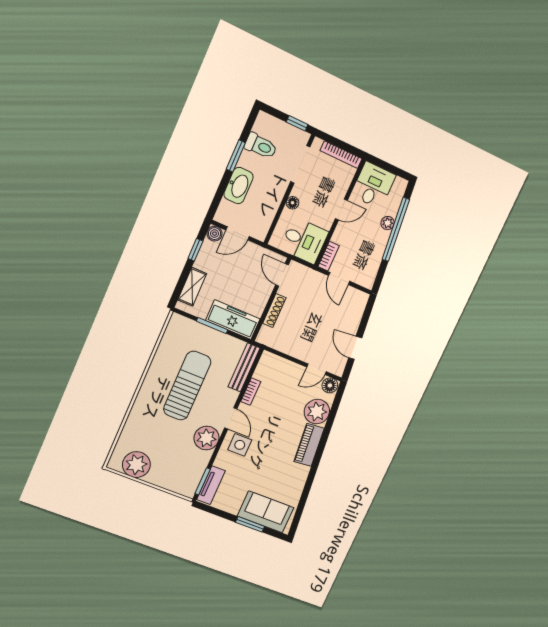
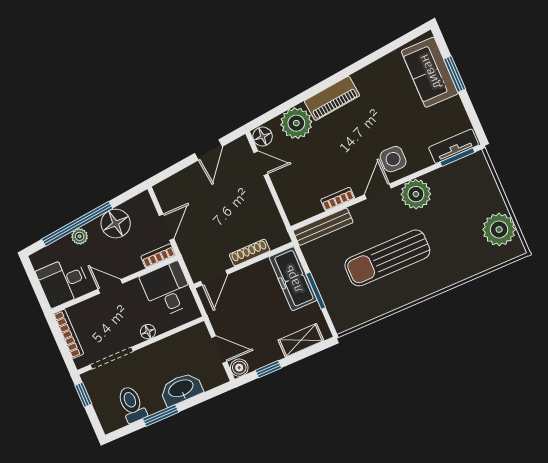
floor lamp: (372, 252) -> (116, 224), added

